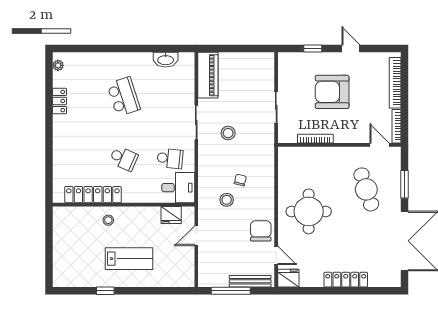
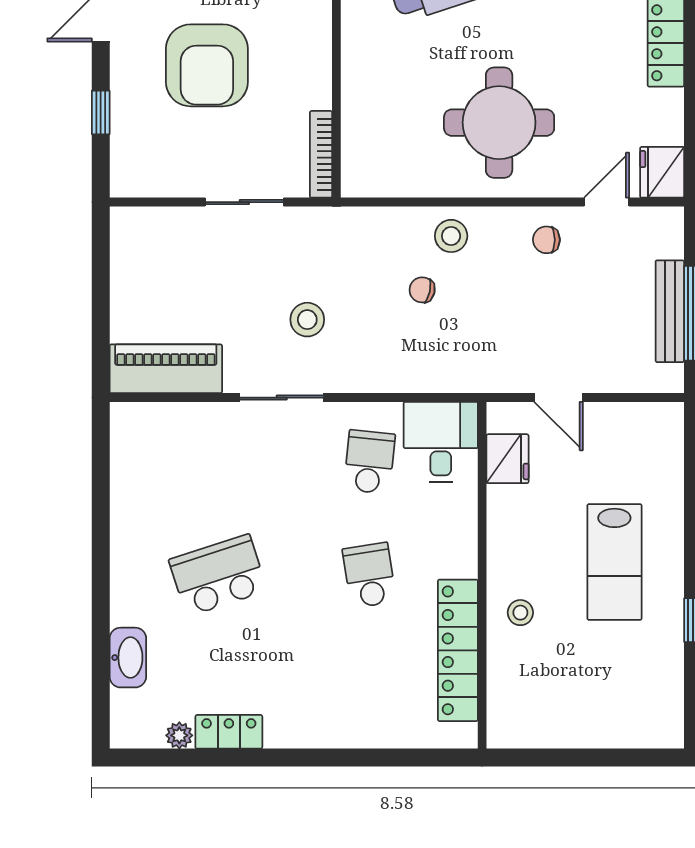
washbasin: (166, 60) -> (128, 658), moved
plant: (58, 65) -> (179, 735), moved
bookcase: (315, 139) -> (321, 154), moved
school desk: (124, 158) -> (369, 575), turned -33
stool: (227, 200) -> (451, 236), moved
chair: (261, 231) -> (546, 240), width x0.54, depth x0.54
lab bench: (129, 259) -> (614, 562), turned 180
bench: (250, 281) -> (670, 311), moved

